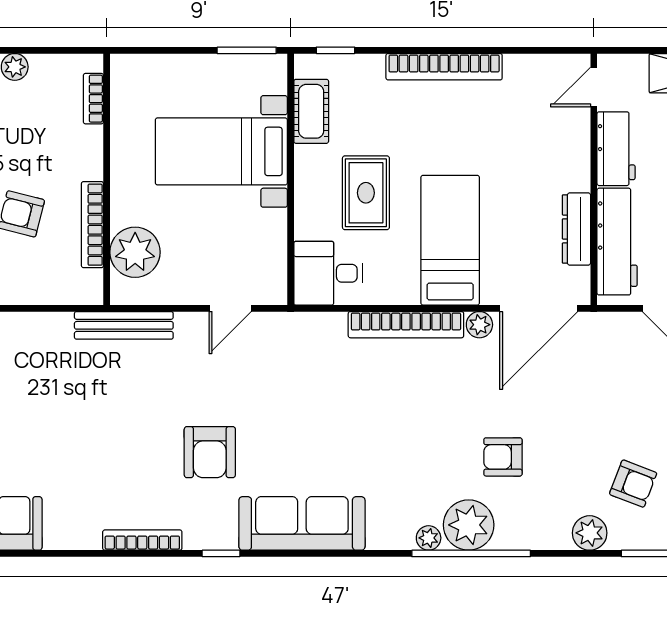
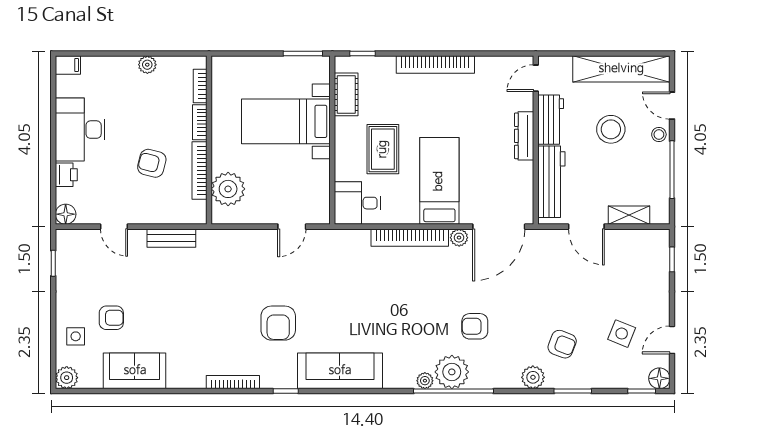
bookcase: (93, 153) -> (200, 122), added
dresser: (576, 229) -> (524, 136), moved
bench: (124, 325) -> (171, 238), moved, width x0.73

